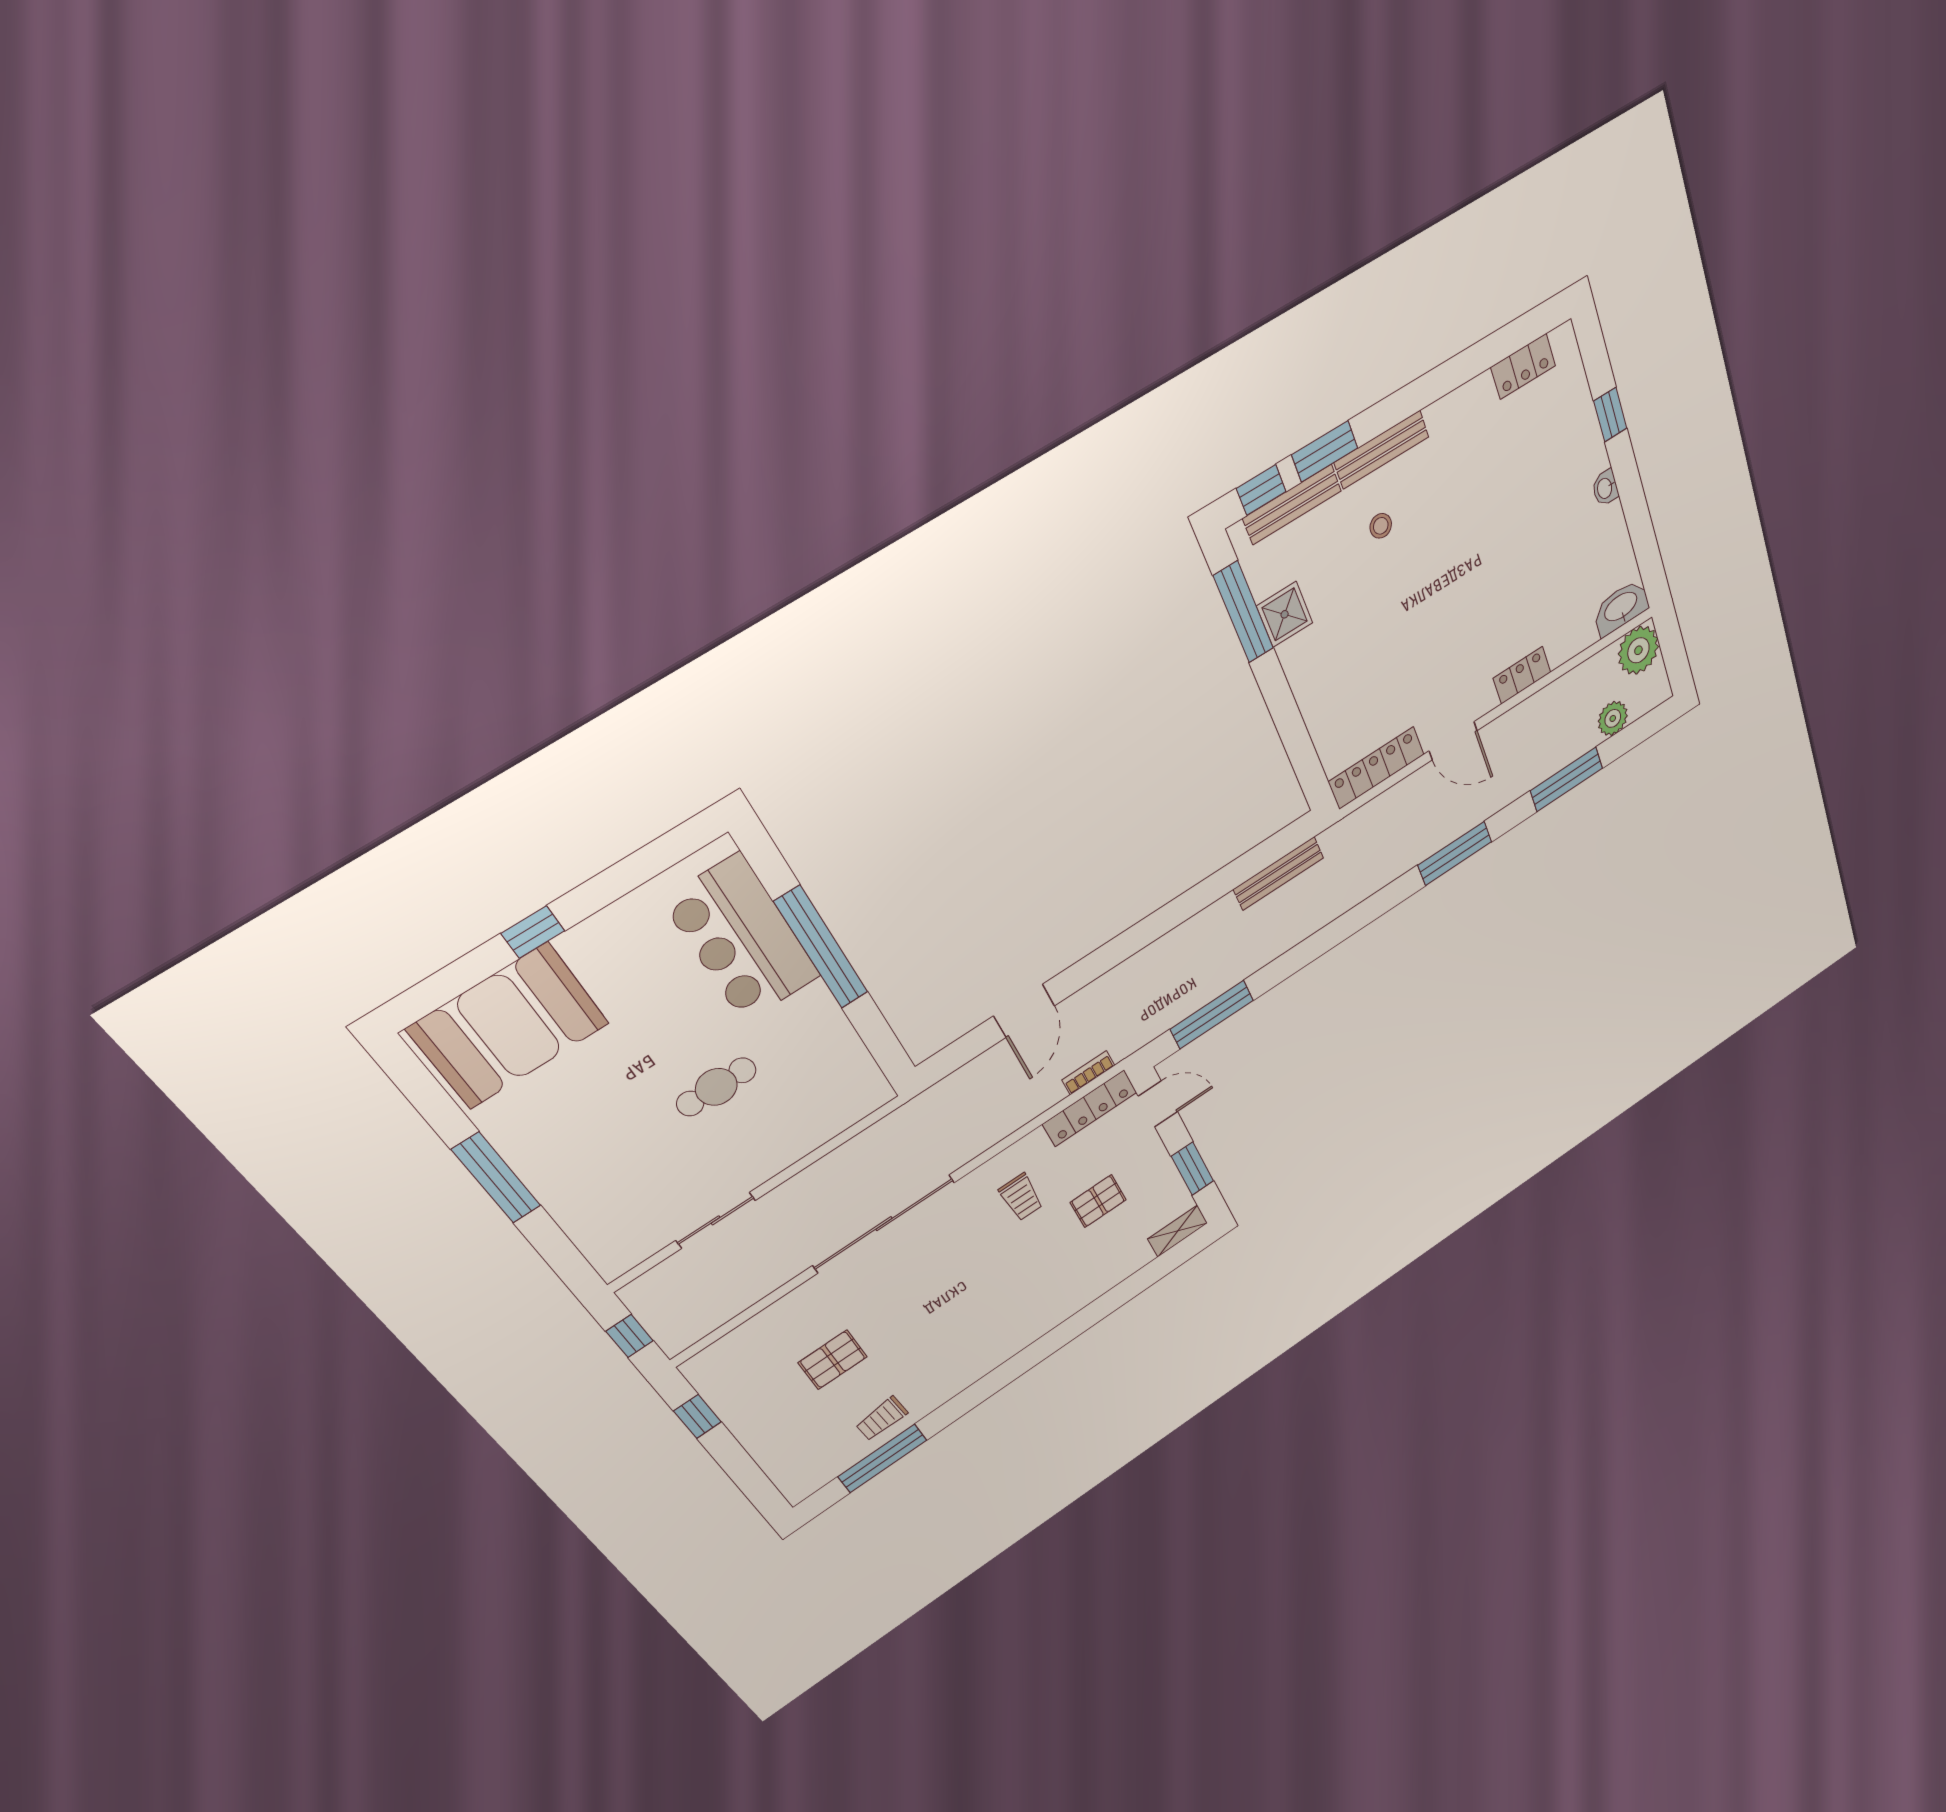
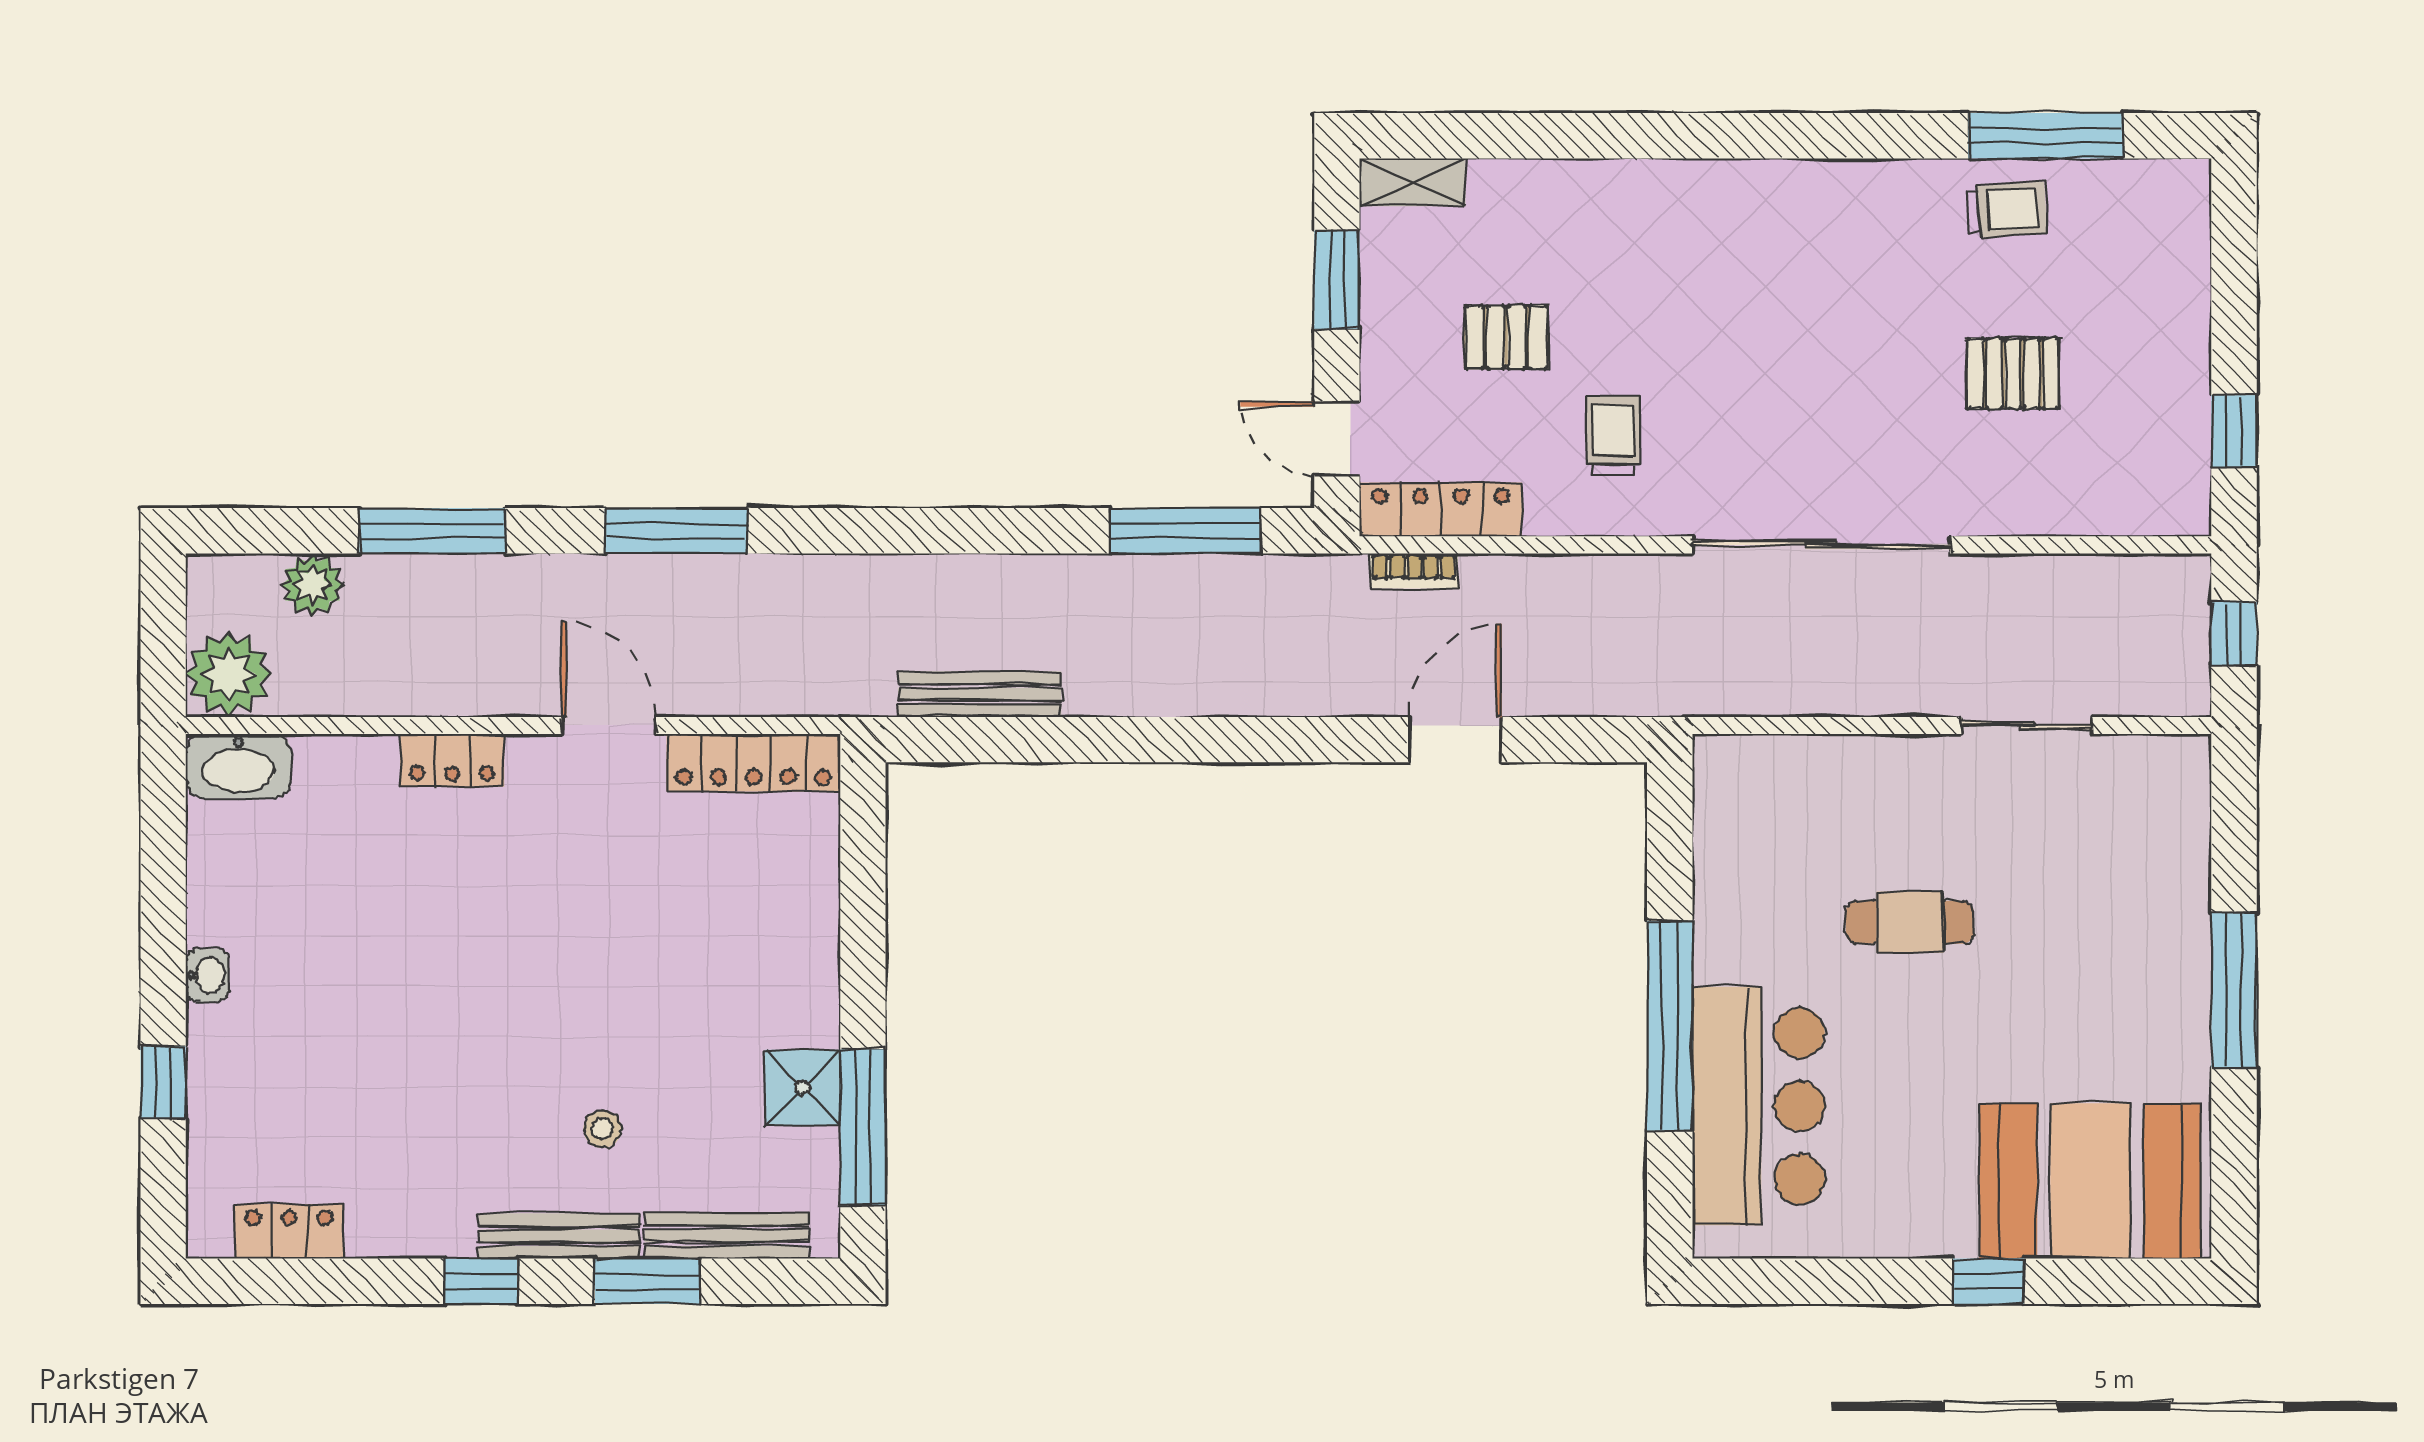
window: (1261, 490) -> (481, 1281), moved

